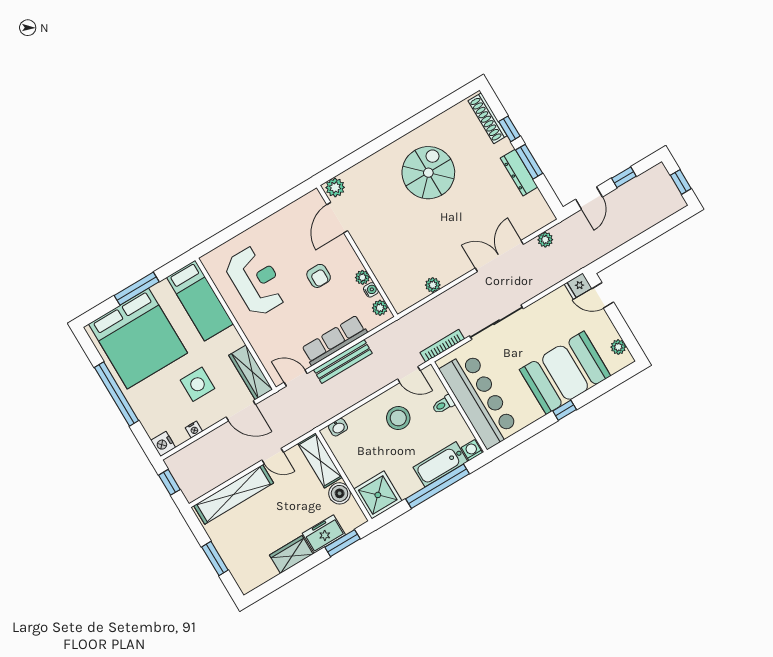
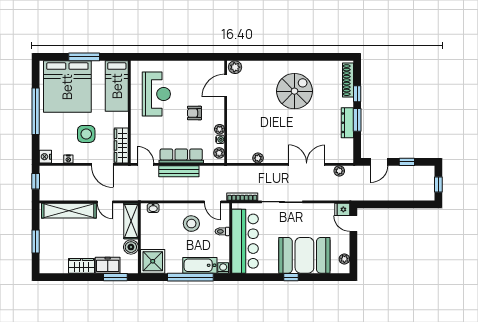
armchair: (319, 276) -> (194, 113), turned 90

